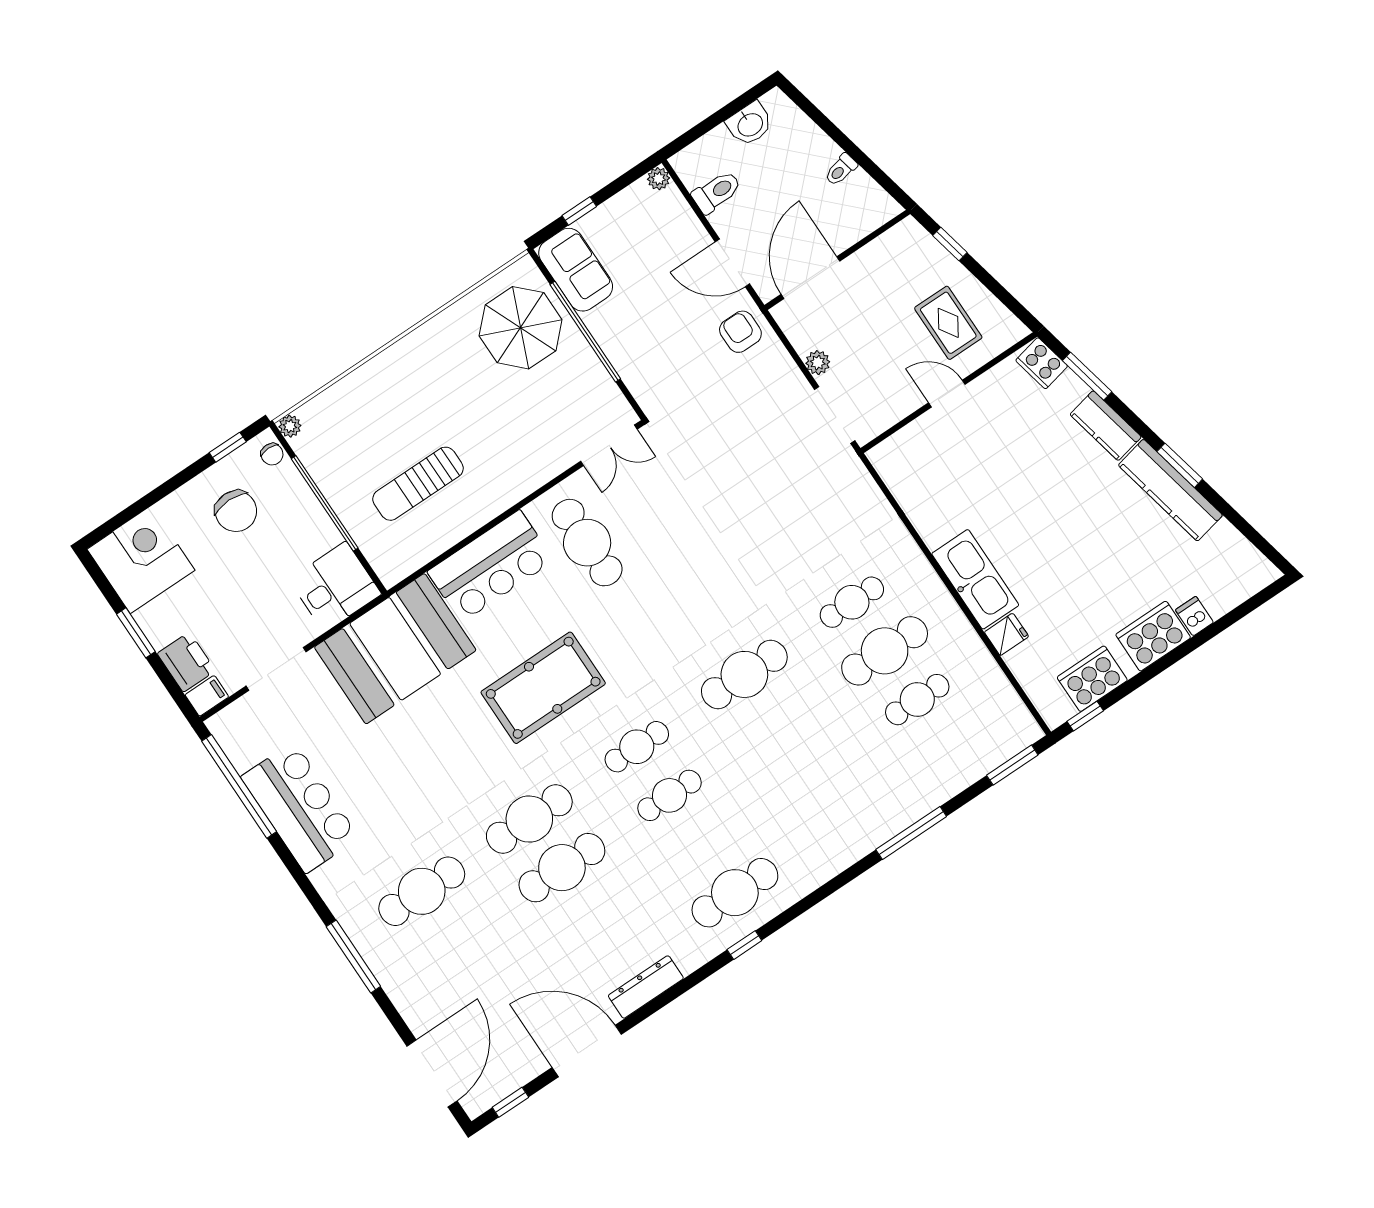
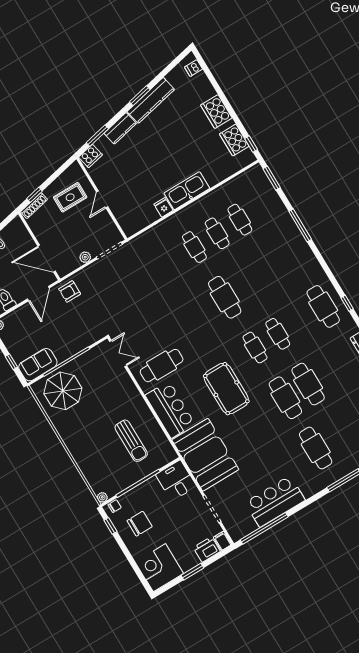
shoe rack: (926, 244) -> (34, 206), added
dishwasher: (1194, 616) -> (194, 68), moved
fridge: (1006, 634) -> (163, 207), moved
cafe table: (885, 651) -> (217, 233), width x0.73, depth x0.74

